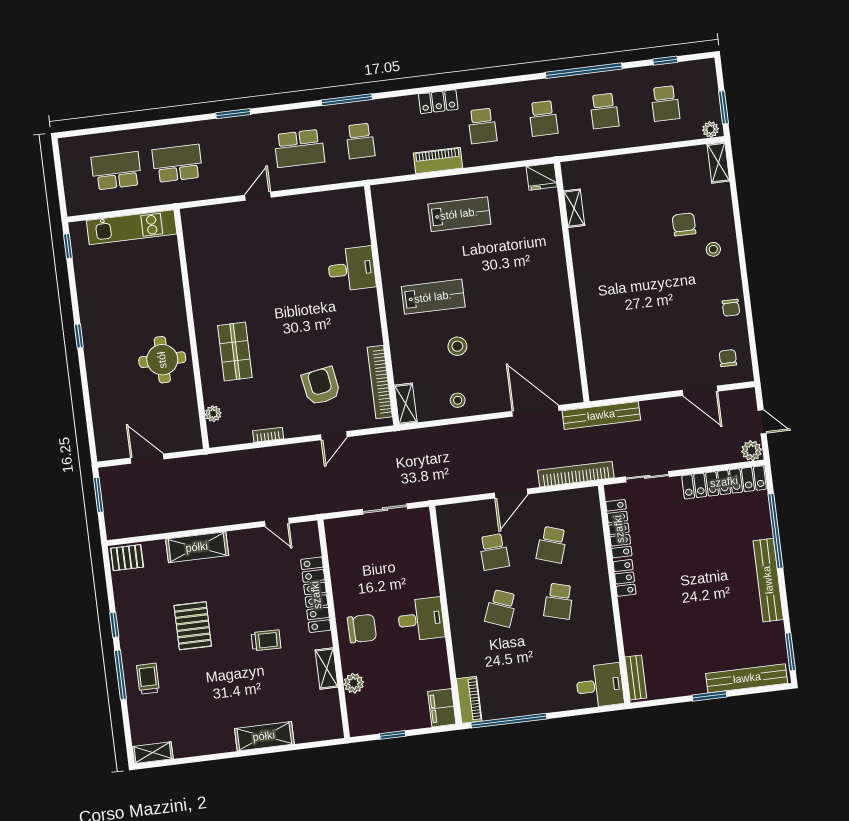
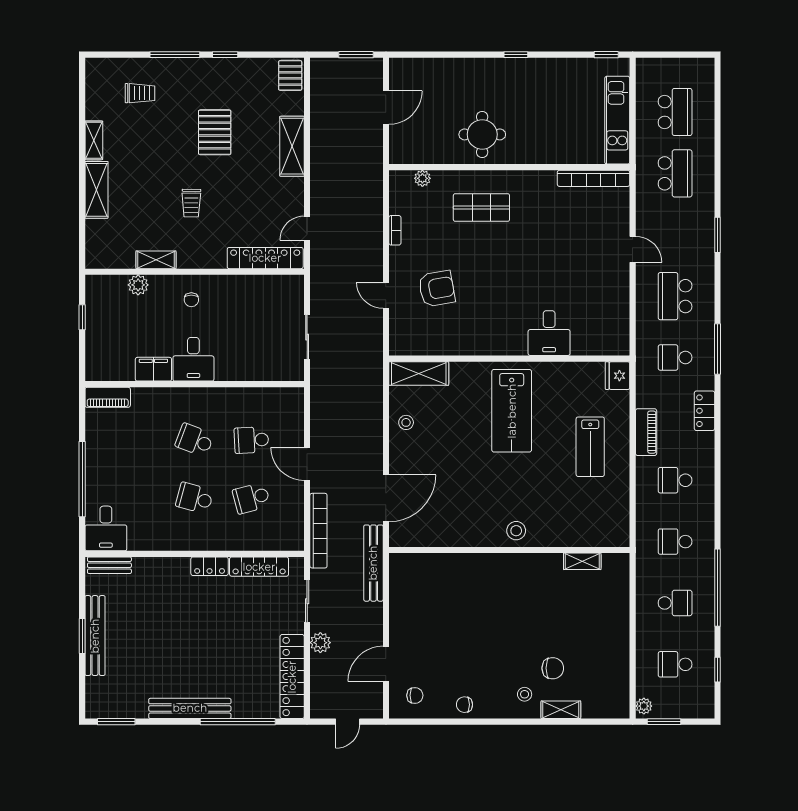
locker: (438, 102) -> (704, 411), moved
school desk: (604, 111) -> (675, 603), turned 180
shelving: (718, 163) -> (561, 710), moved
fridge: (542, 177) -> (618, 376), moved
lab bench: (433, 297) -> (512, 411), width x1.36, depth x1.39
stool: (457, 346) -> (516, 531), moved
bookcase: (380, 382) -> (594, 178), moved, turned 180
shelving: (406, 404) -> (419, 373), width x1.50, depth x1.33
plant: (752, 451) -> (320, 643), moved
school desk: (552, 545) -> (251, 498), turned -33
locker: (316, 595) -> (265, 258), moved
pallet: (193, 626) -> (215, 132), turned 90
chair: (362, 629) -> (191, 300), width x0.54, depth x0.54
bench: (747, 678) -> (95, 636), moved
trolley: (148, 679) -> (140, 93), moved
filing cabinet: (442, 708) -> (153, 369), moved
window: (509, 721) -> (82, 479), moved
shelving: (153, 753) -> (94, 140), moved

